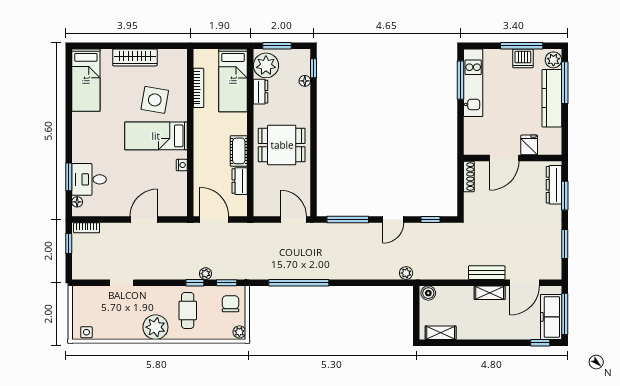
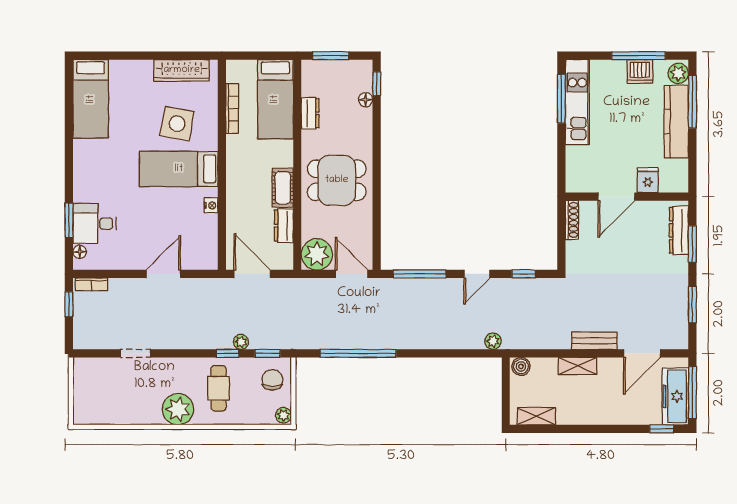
wardrobe: (135, 57) -> (182, 70), moved
plant: (266, 65) -> (317, 254), moved
shelving: (490, 293) -> (577, 366), moved
side table: (86, 332) -> (91, 416), removed

